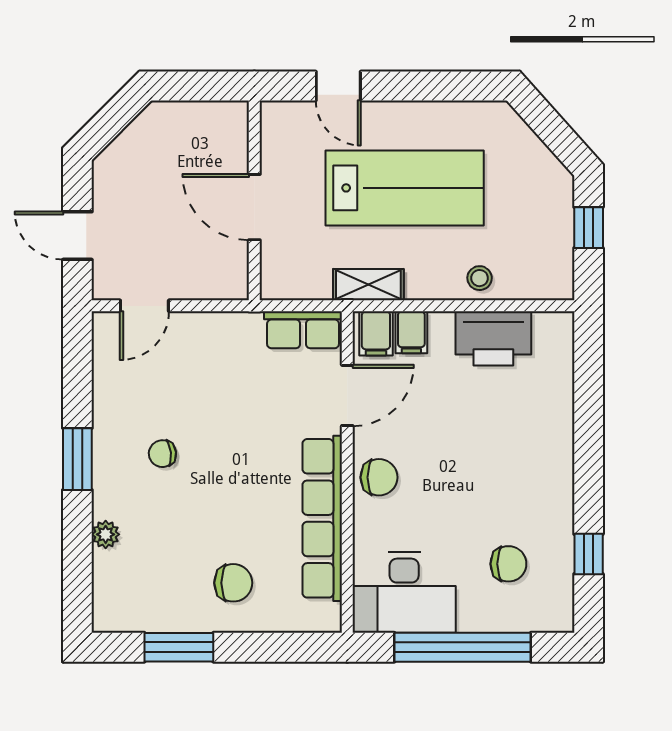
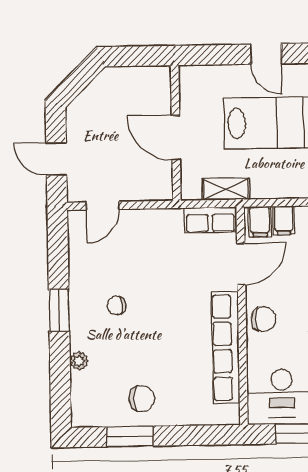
door: (338, 86) -> (266, 54), moved
shelving: (368, 285) -> (226, 189), moved
chair: (233, 583) -> (142, 399), moved

